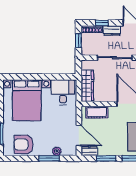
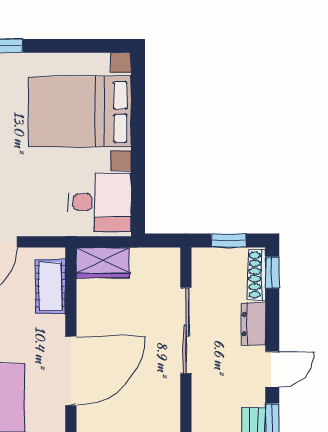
window: (102, 23) -> (272, 273), moved
wardrobe: (87, 86) -> (103, 263), width x0.67

